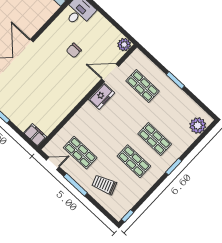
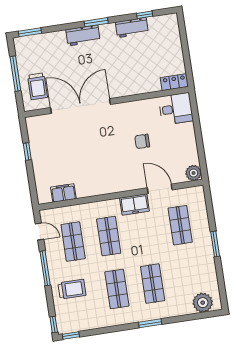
shop shelf: (101, 130) -> (109, 236), added
filing cabinet: (35, 135) -> (63, 193), moved, turned -90
trolley: (104, 185) -> (72, 289), turned 110
window: (111, 218) -> (54, 324), added

